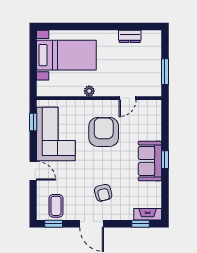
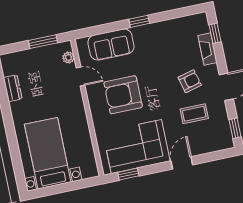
plant: (89, 91) -> (68, 58), moved
sofa: (150, 161) -> (111, 44), moved
coffee table: (56, 206) -> (194, 114), moved
fireplace: (148, 214) -> (207, 49), moved

